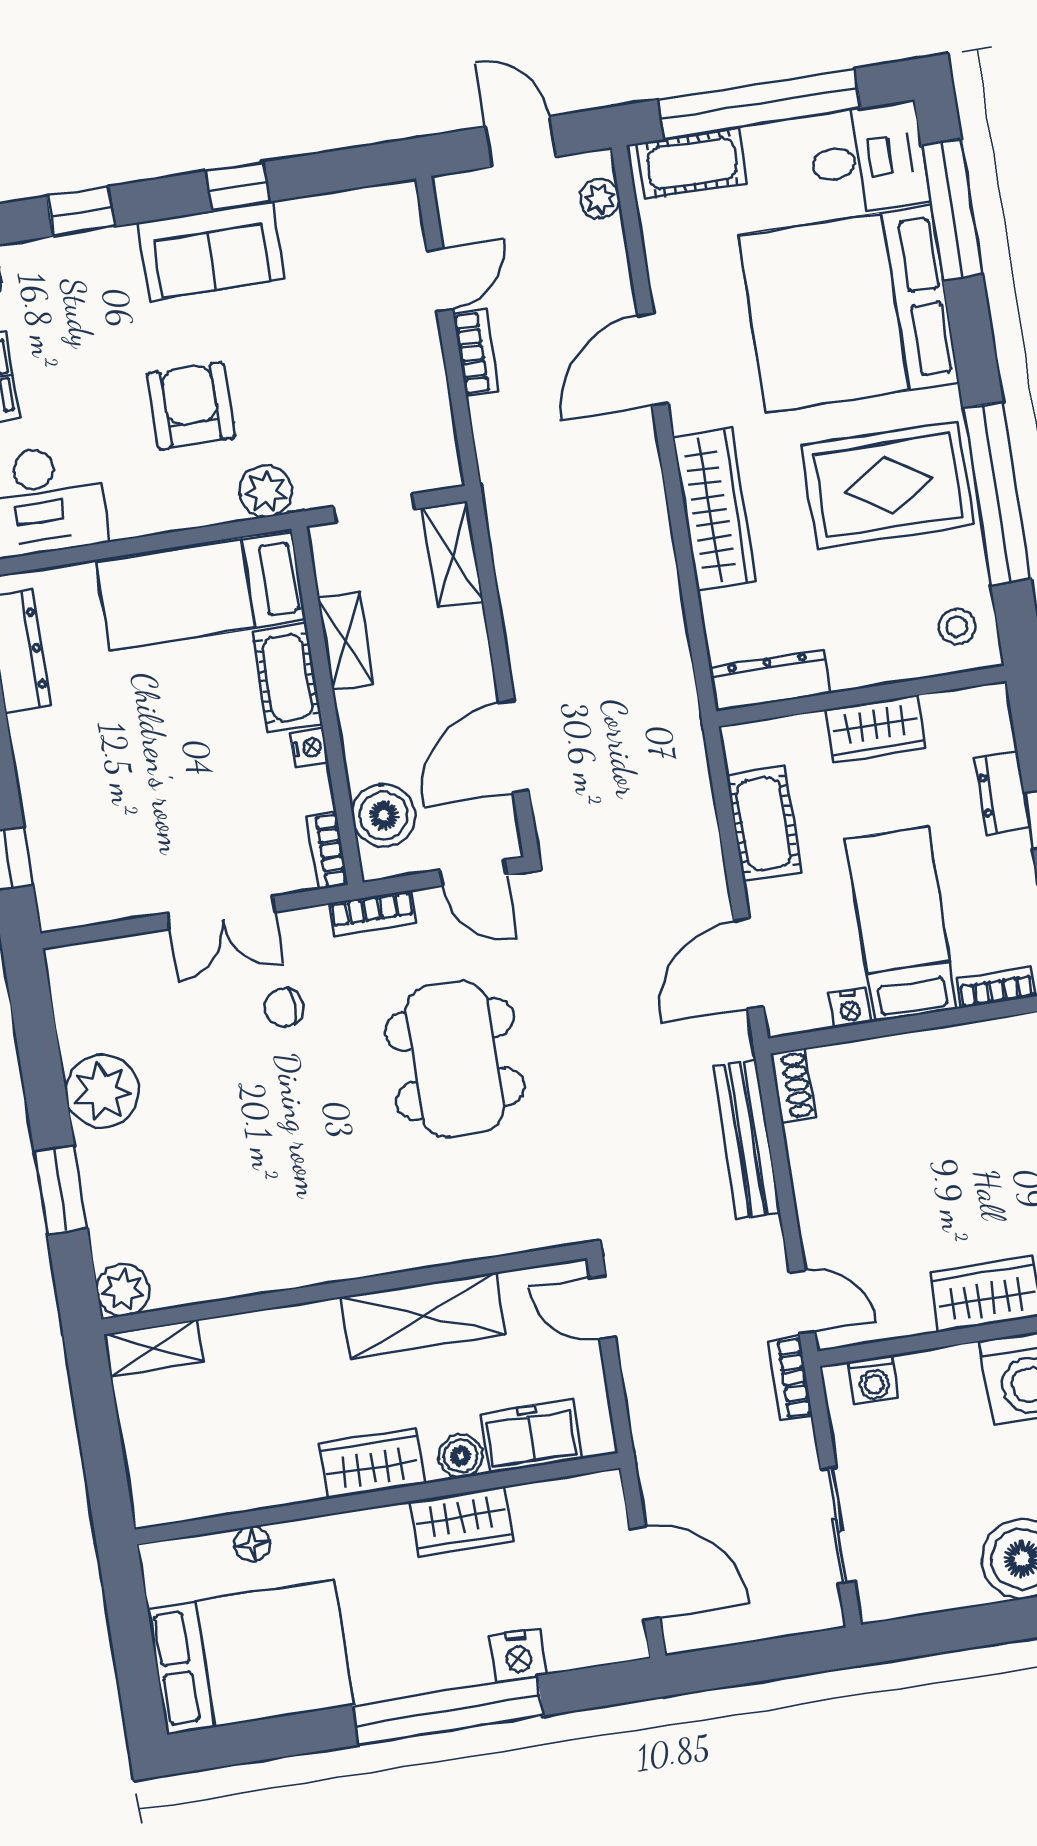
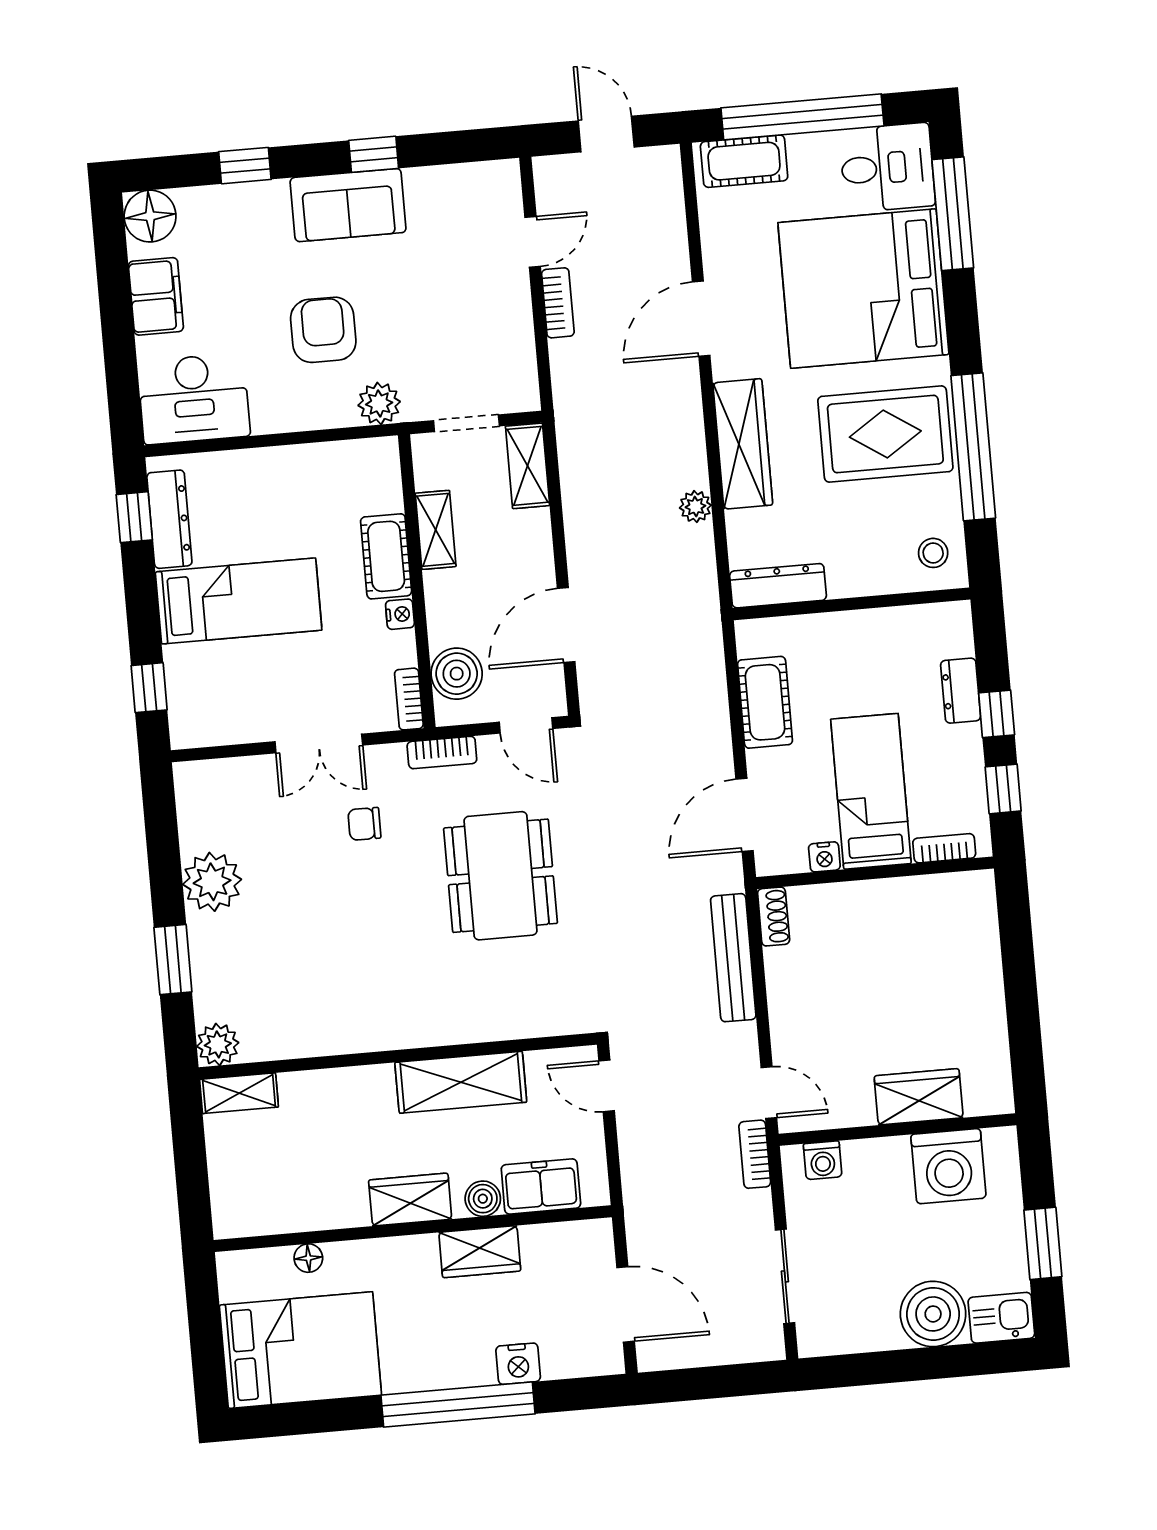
plant: (600, 198) -> (695, 507), moved
bed: (201, 591) -> (239, 601), moved, turned 180
wardrobe: (875, 728) -> (861, 631), removed

